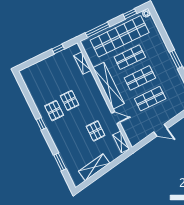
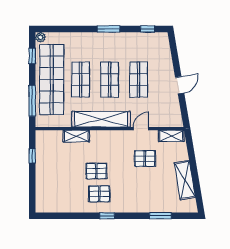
shelving: (82, 63) -> (76, 136), moved

